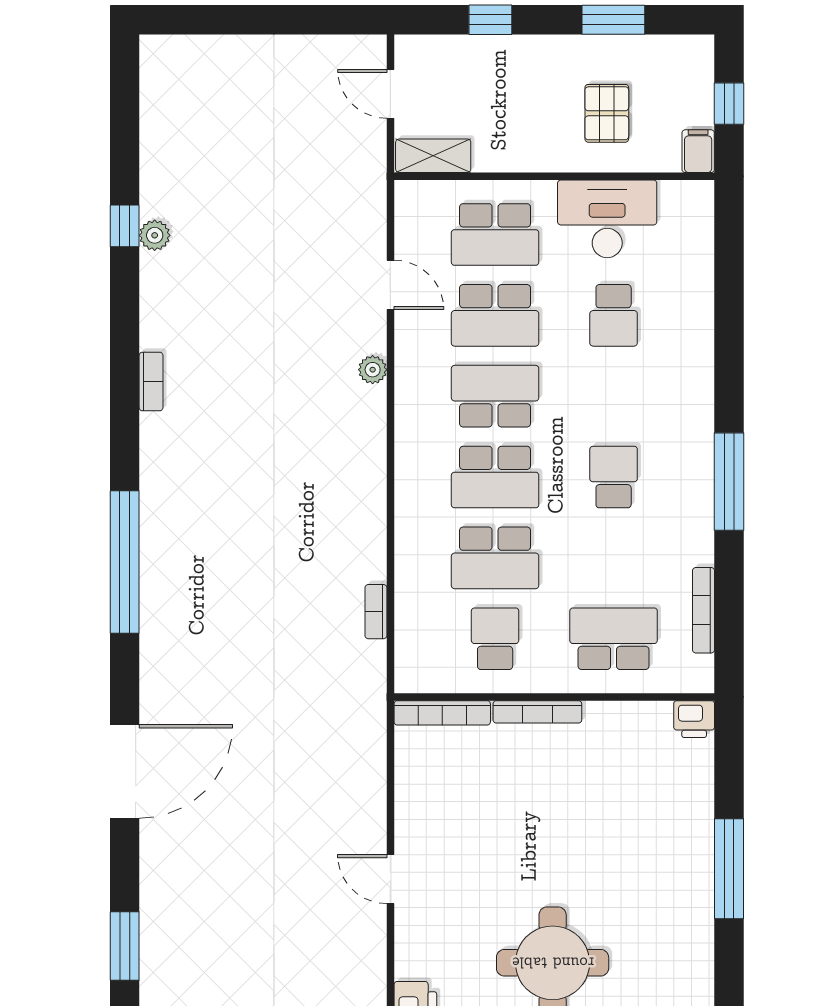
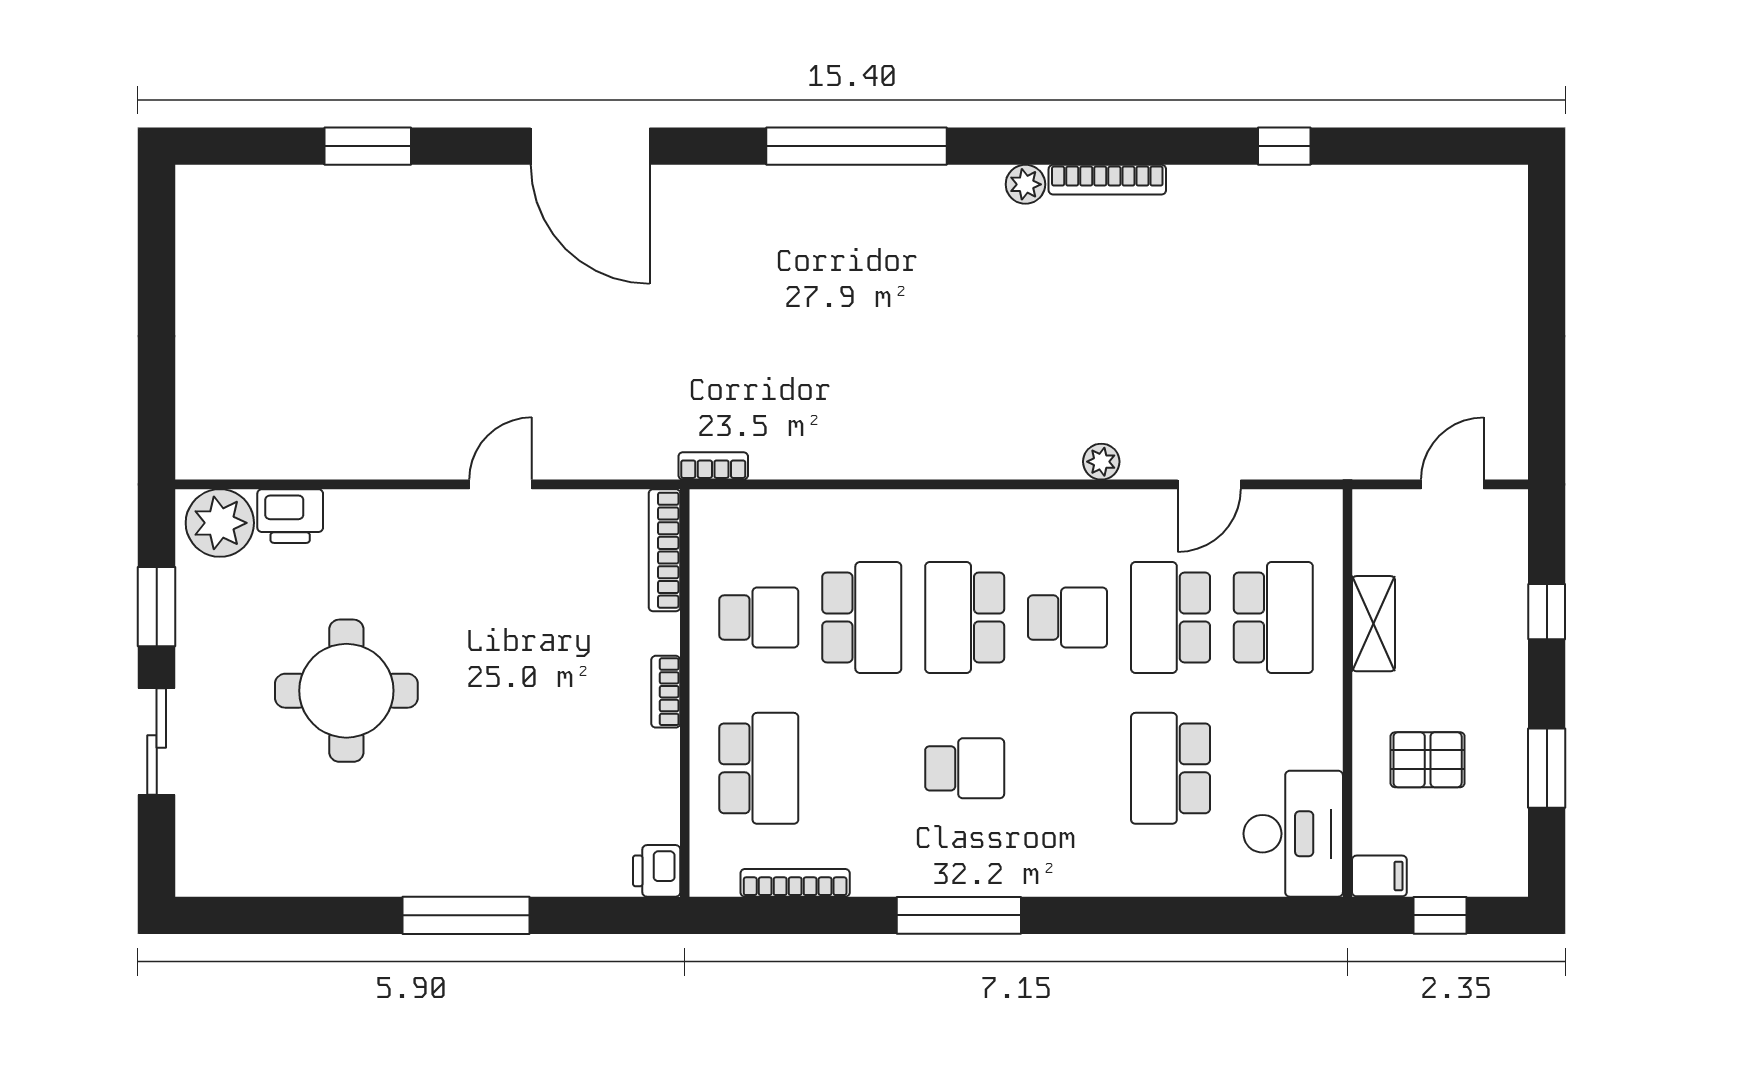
shelving: (433, 156) -> (1374, 624), moved
desk: (607, 219) -> (1293, 834), moved
school desk: (495, 234) -> (1273, 617), turned 180
plant: (155, 235) -> (1025, 184), moved
school desk: (614, 315) -> (1170, 768), width x1.85
bookcase: (151, 381) -> (1107, 180), width x1.56
school desk: (495, 396) -> (1068, 617), width x0.54
school desk: (495, 558) -> (862, 617), turned 180
bookcase: (376, 612) -> (713, 466), moved
bookcase: (537, 712) -> (666, 692), width x0.64
door: (390, 879) -> (501, 484), moved

